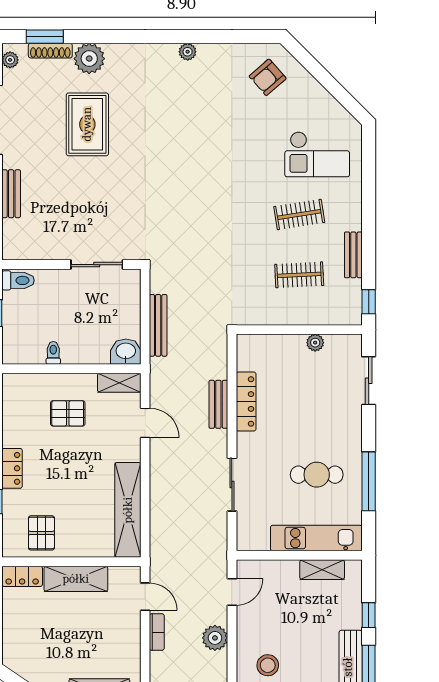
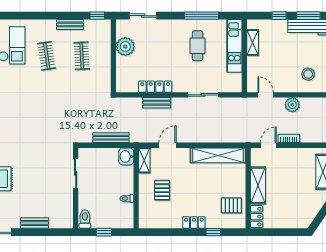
plant: (315, 343) -> (125, 47), width x1.87, depth x1.87

